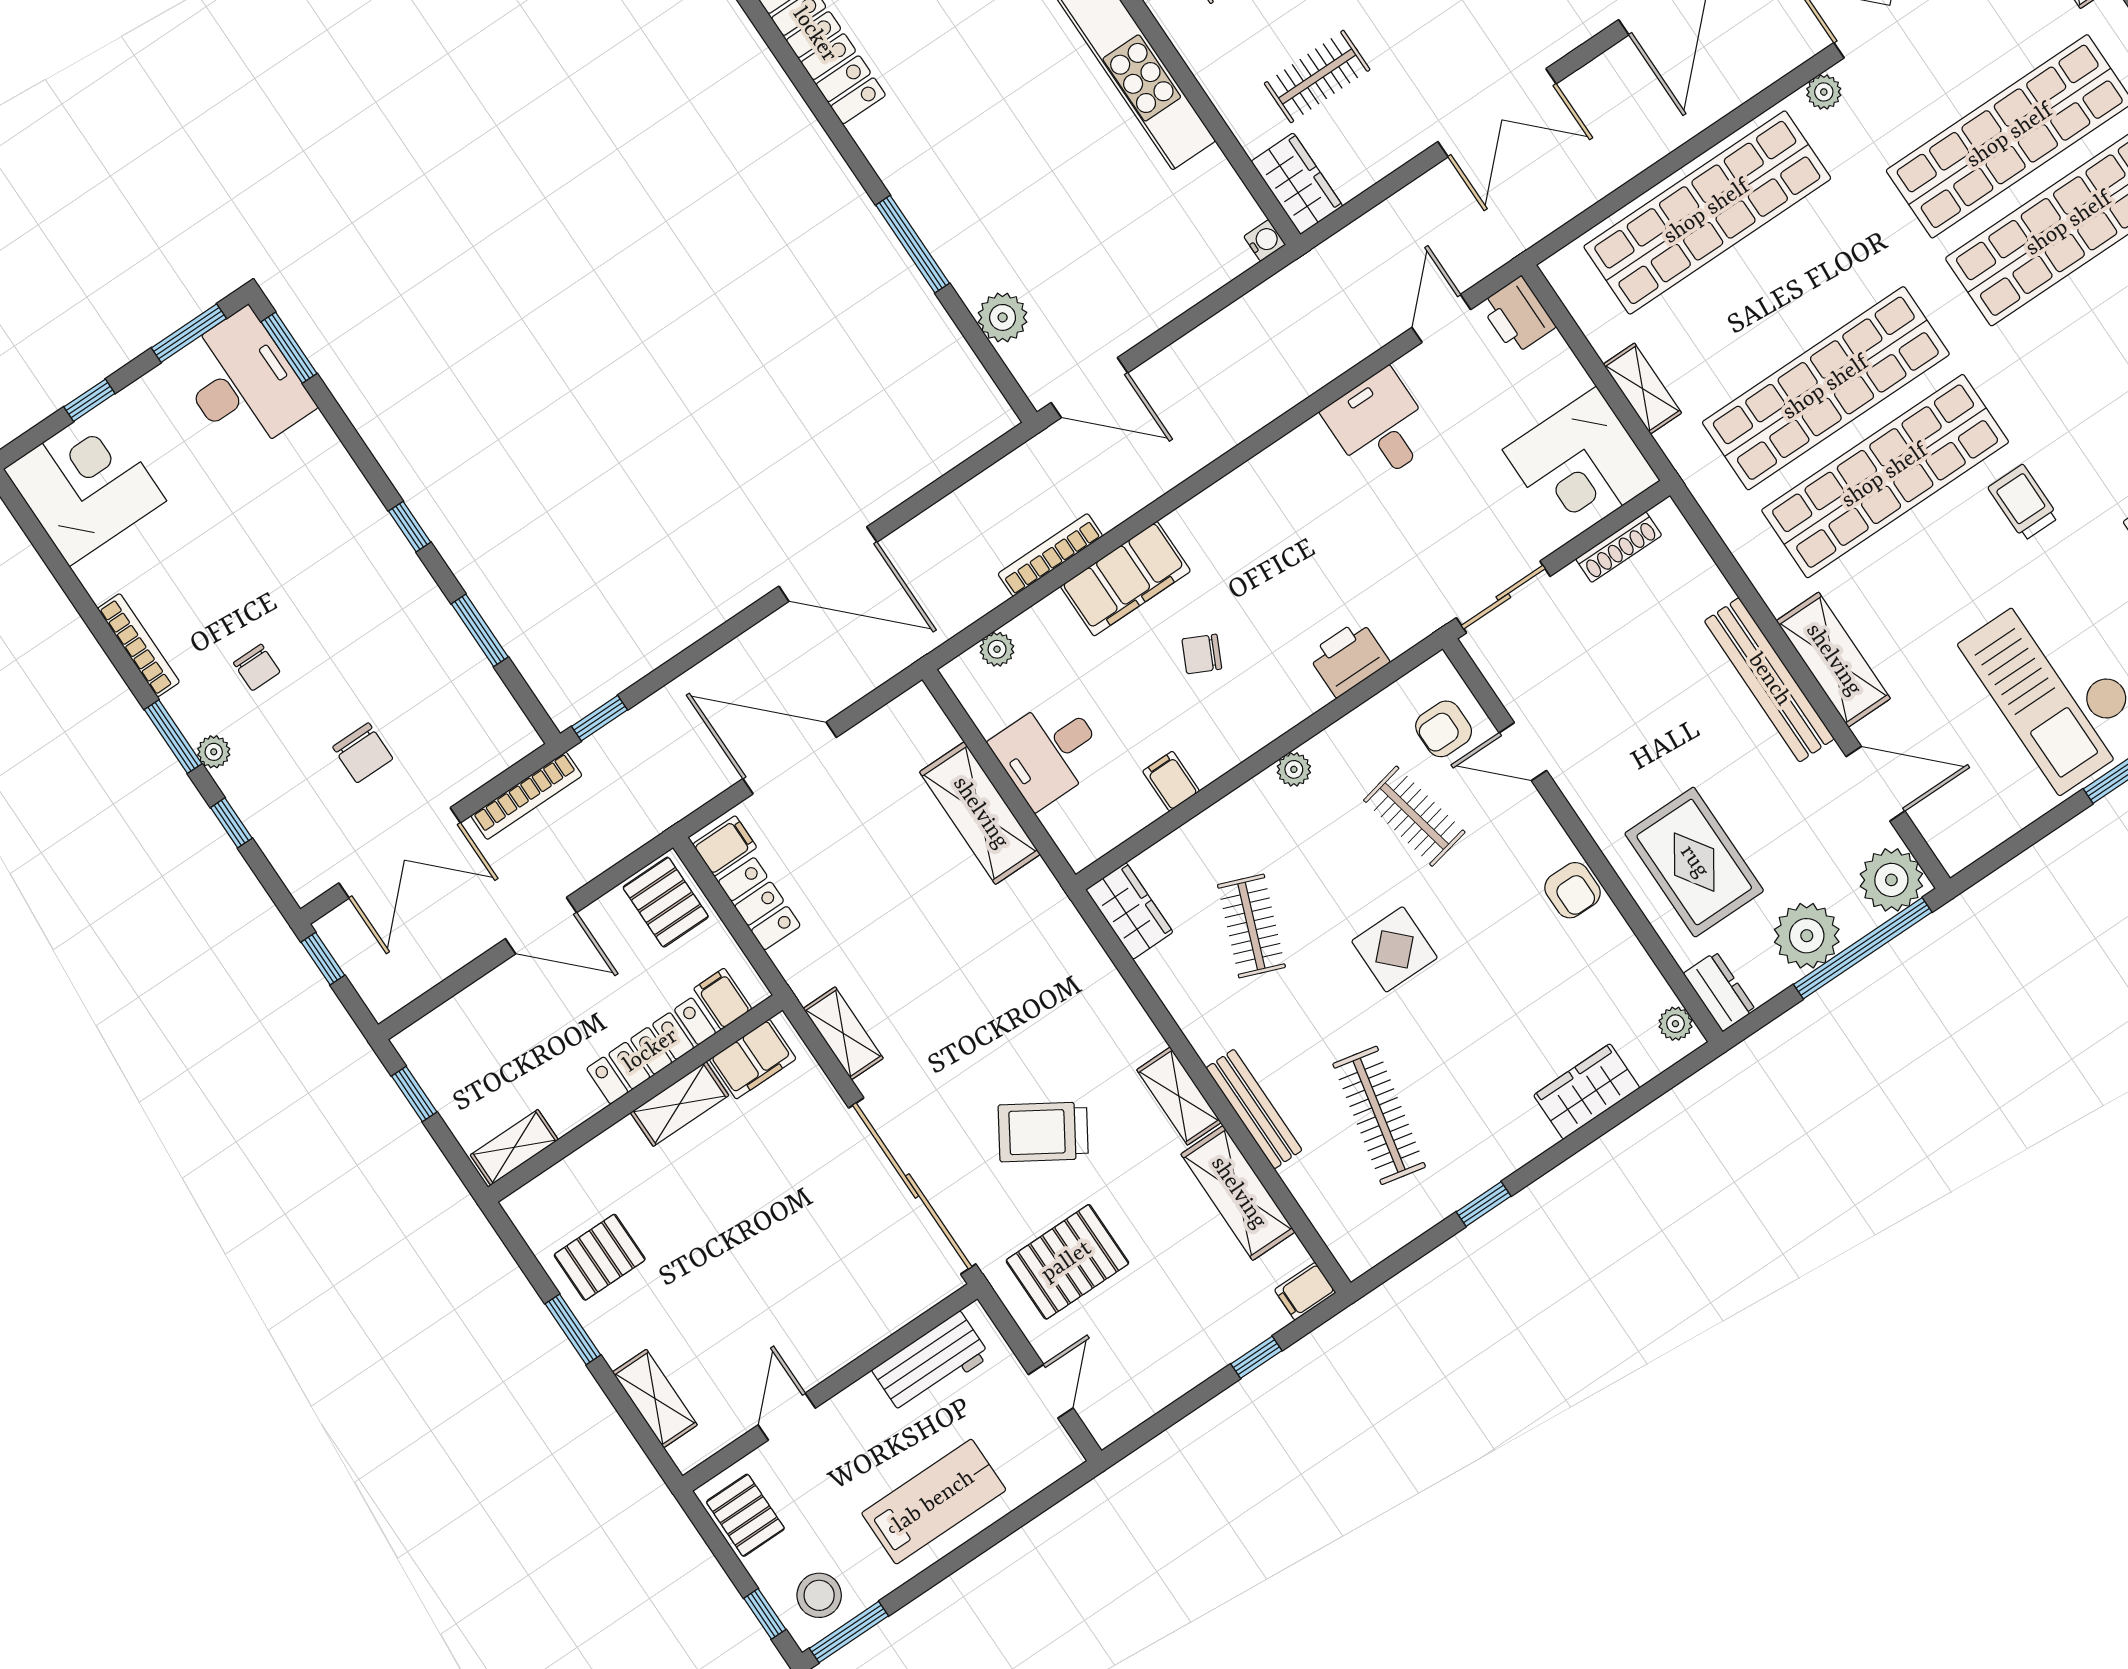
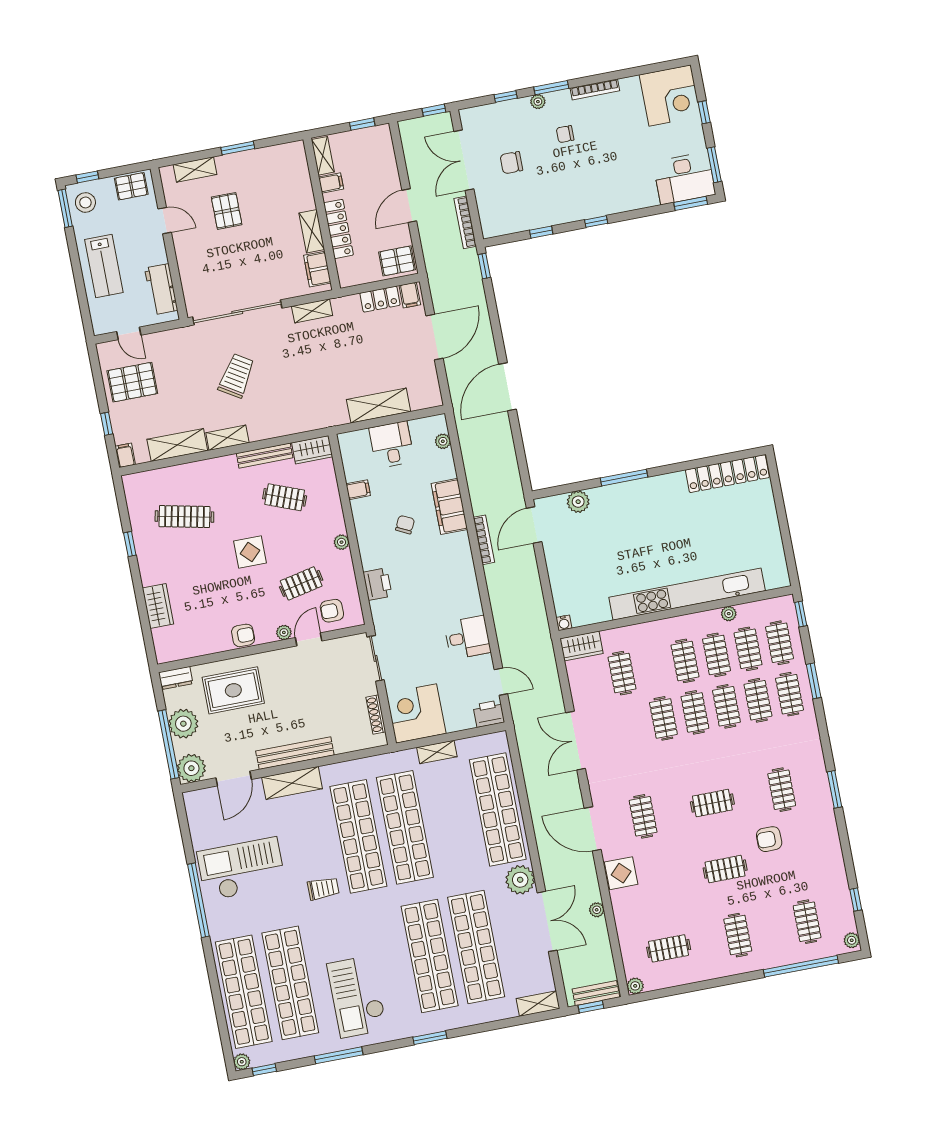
plant: (1824, 92) -> (520, 880), width x1.88, depth x1.88
bookcase: (1050, 555) -> (484, 540), moved
window: (480, 630) -> (541, 232), width x0.67
armchair: (1444, 729) -> (332, 611), turned -90
armchair: (1573, 890) -> (243, 635), turned 180
filing cabinet: (723, 999) -> (331, 183), moved
plant: (1675, 1024) -> (284, 632), moved
bench: (1254, 1109) -> (265, 456), moved
pallet: (600, 1257) -> (227, 211), moved
pallet: (1067, 1262) -> (132, 382), moved, turned 90

